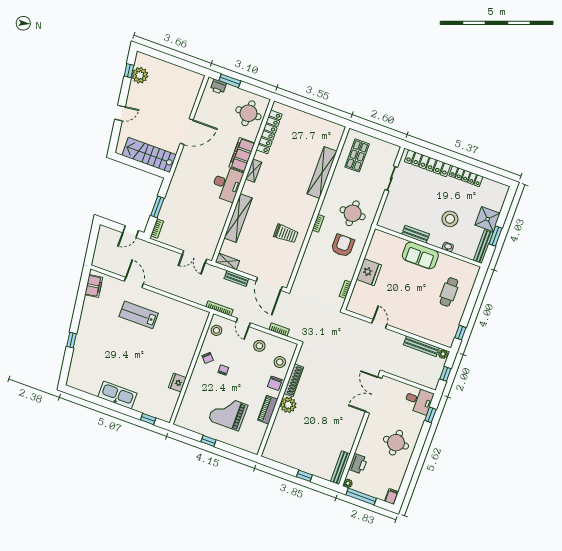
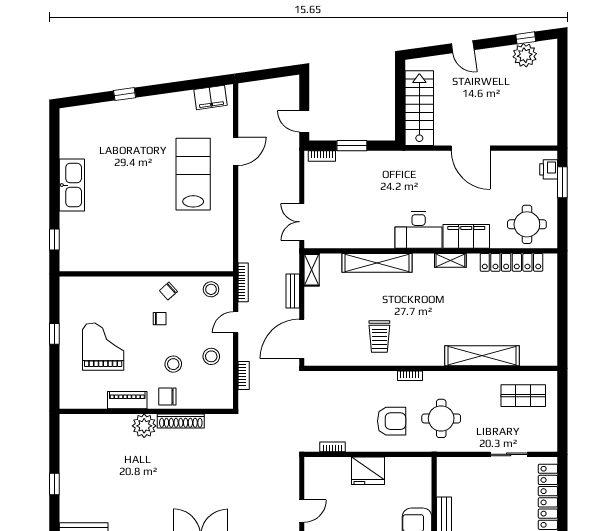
lab bench: (139, 315) -> (193, 174), width x1.36, depth x1.39
stool: (280, 362) -> (173, 364), moved
fridge: (177, 383) -> (119, 262), removed

